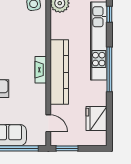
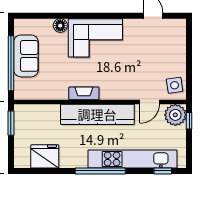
fireplace: (41, 70) -> (84, 93), moved
door: (48, 123) -> (150, 102), moved

